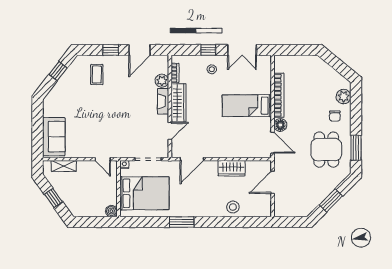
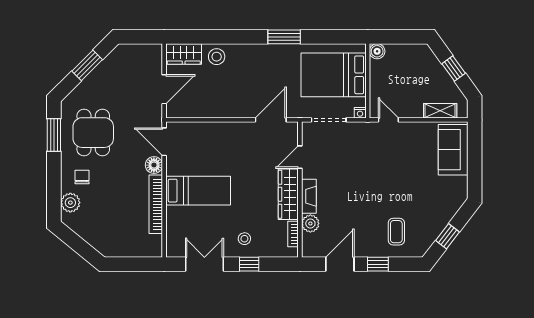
wardrobe: (232, 168) -> (184, 54), moved, turned 180

